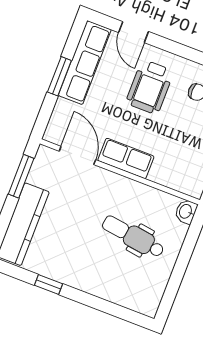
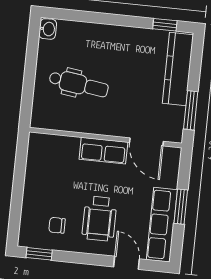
wheelchair: (150, 87) -> (99, 219), turned 180
washbasin: (186, 212) -> (48, 29), moved
window: (48, 285) -> (165, 25), moved

